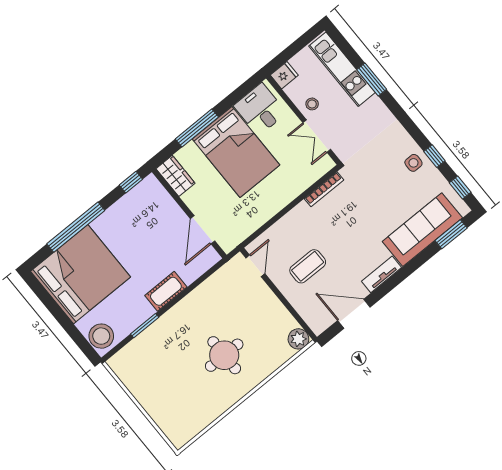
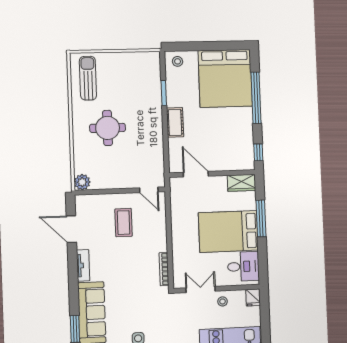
door: (354, 314) -> (71, 229), swing flipped
stool: (101, 336) -> (178, 61), width x0.53, depth x0.53
sun lounger: (189, 413) -> (88, 78), added

